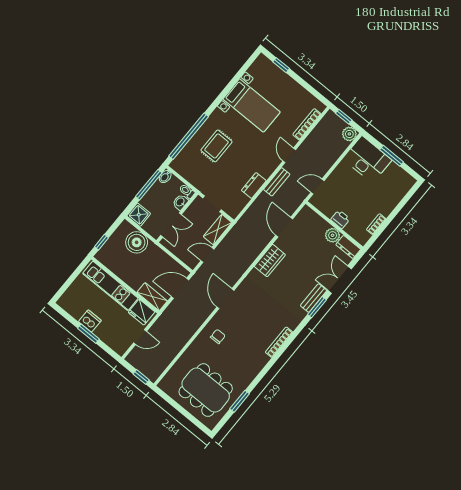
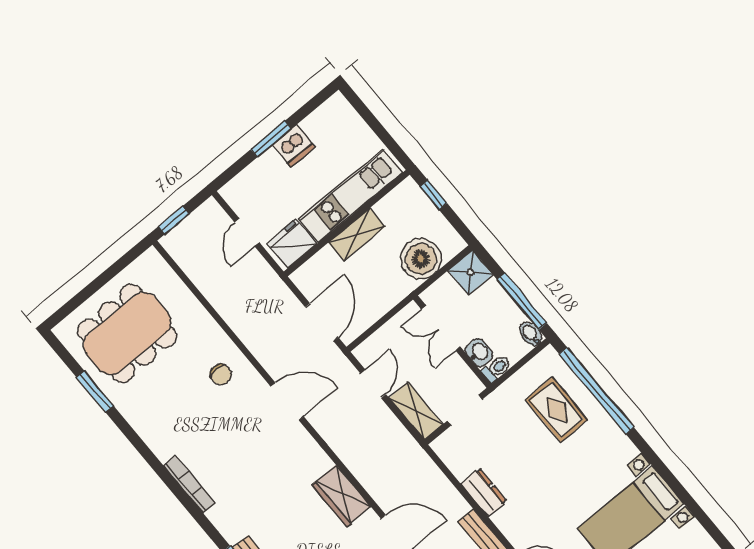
rug: (216, 146) -> (557, 410), moved
shelving: (152, 297) -> (357, 235), moved

